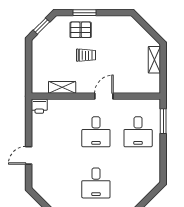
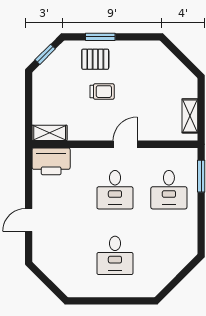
shelving: (154, 60) -> (190, 116), moved
shelving: (62, 87) -> (50, 133), moved
printer: (39, 106) -> (51, 161), width x1.87, depth x1.48

